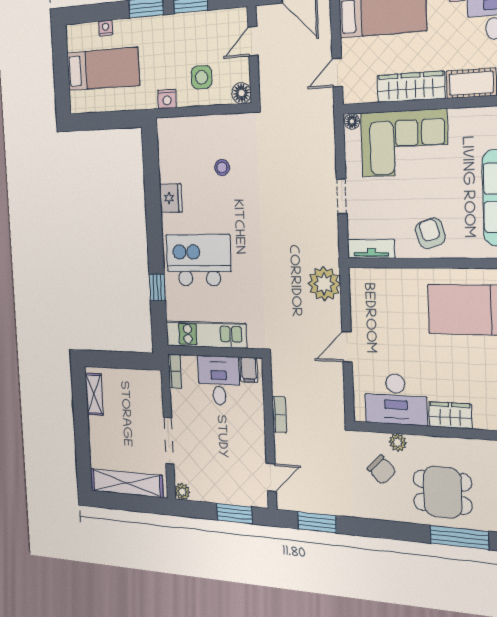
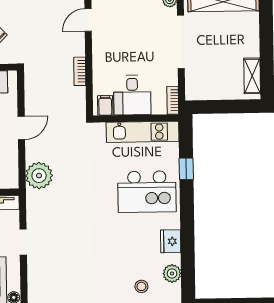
plant: (168, 158) -> (172, 273), added
stool: (222, 167) -> (141, 286), moved
doorway: (169, 440) -> (181, 42), width x1.36

